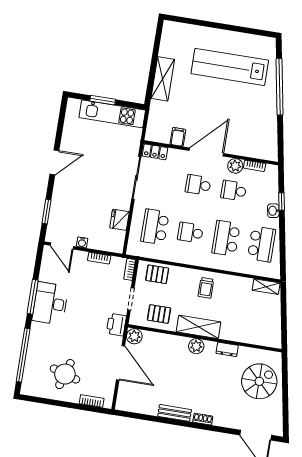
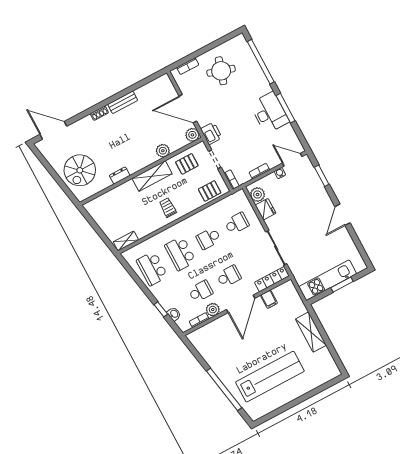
locker: (155, 152) -> (272, 279), width x1.53
washbasin: (273, 211) -> (174, 314), moved
school desk: (155, 227) -> (237, 223), width x0.54
school desk: (190, 233) -> (209, 238), turned 180
plant: (117, 238) -> (258, 195), added
school desk: (226, 238) -> (180, 253), turned 180
plant: (196, 346) -> (163, 151), moved

